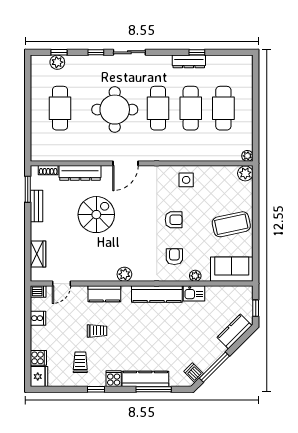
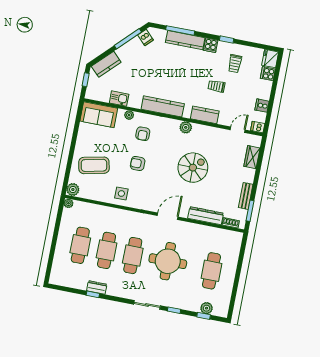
dresser: (189, 61) -> (97, 287), width x0.70
spiral stairs: (96, 215) -> (193, 168), moved, turned 180
coffee table: (231, 224) -> (94, 165), moved
kitchen sink: (194, 293) -> (119, 99), moved

